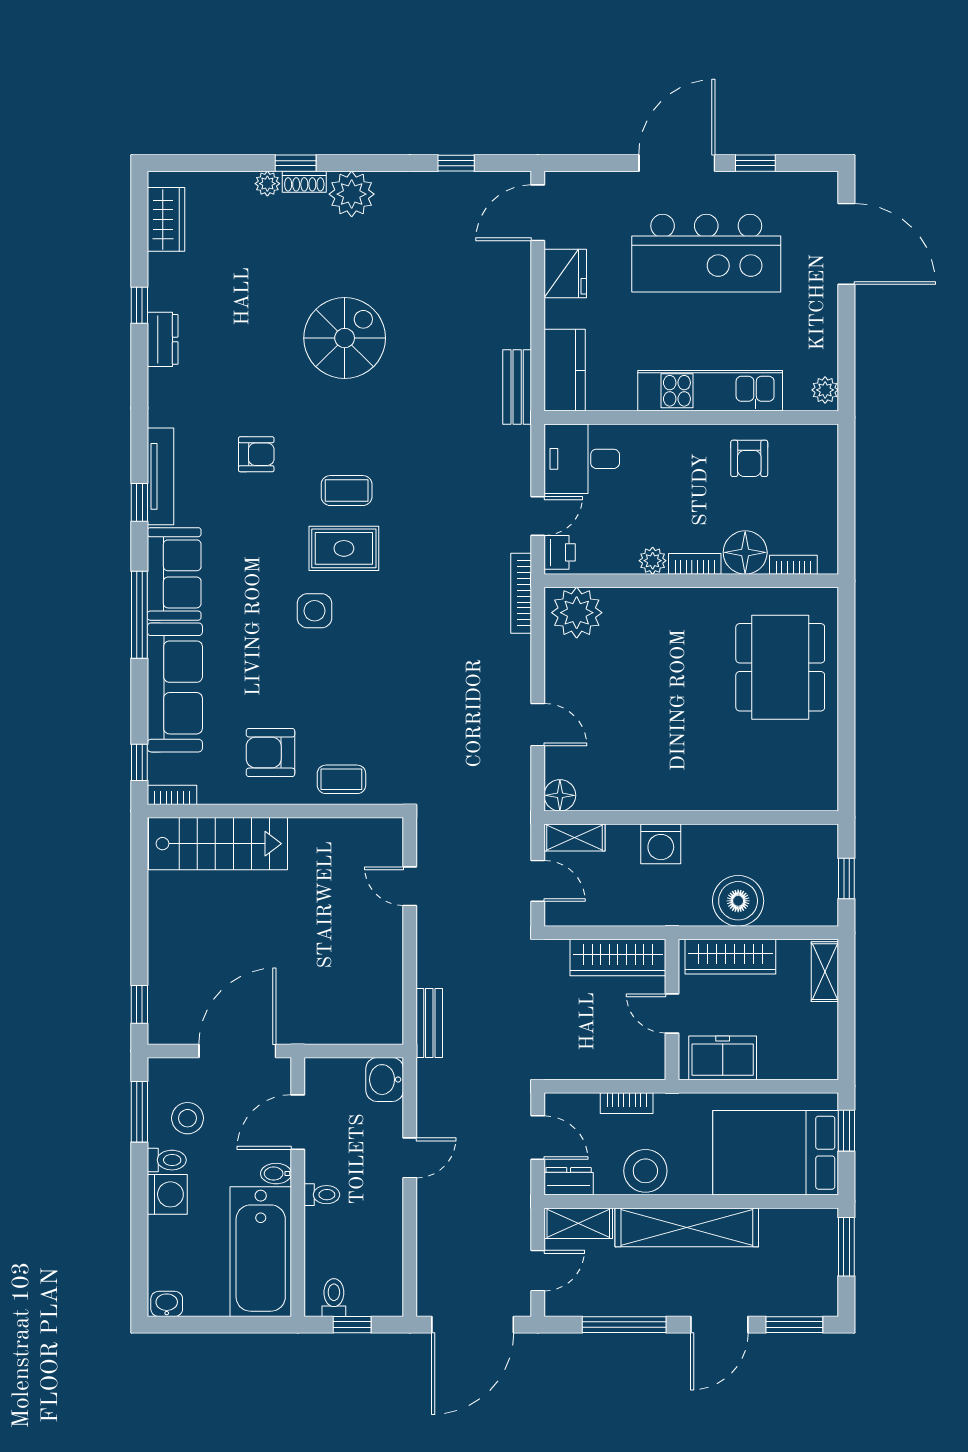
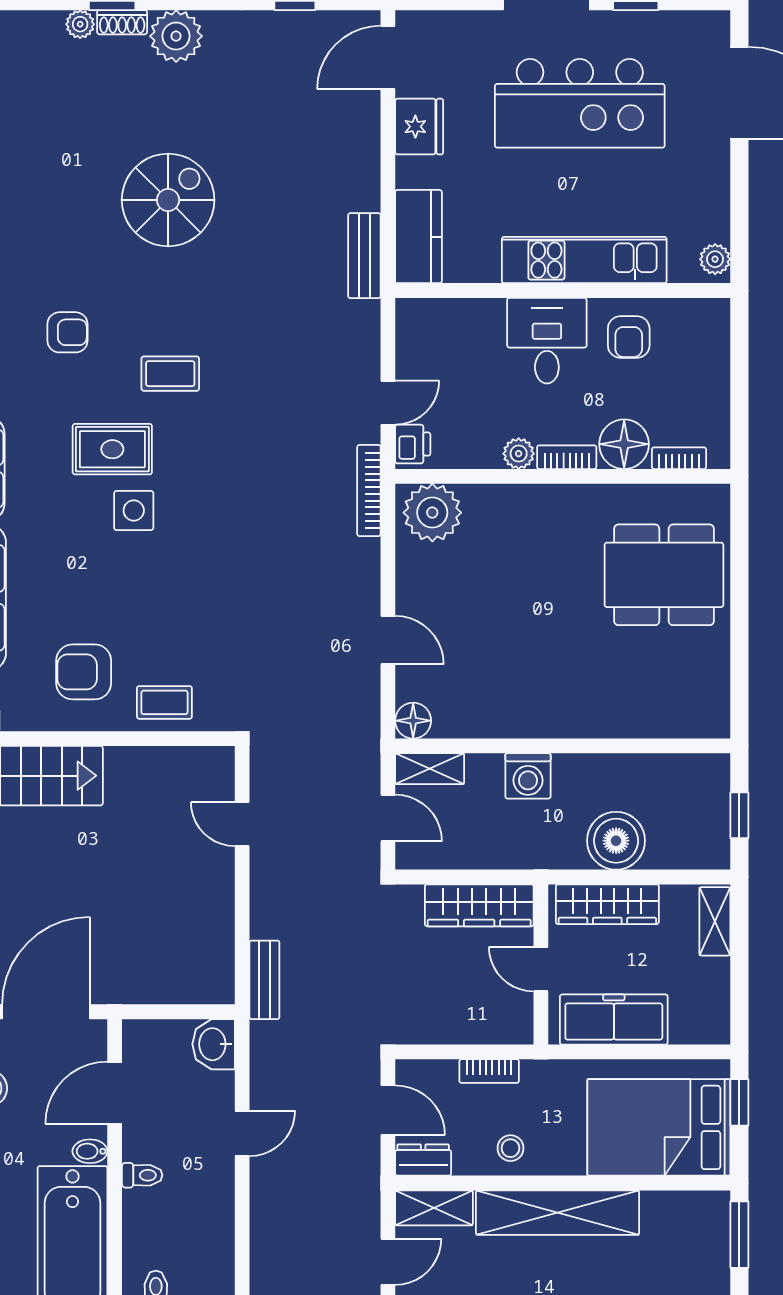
desk: (582, 459) -> (547, 341), moved, turned 90
rug: (344, 548) -> (112, 449), moved
dining table: (780, 667) -> (664, 575), turned 90
freezer: (723, 1058) -> (614, 1020), width x1.40
stool: (645, 1171) -> (510, 1148), width x0.53, depth x0.53

